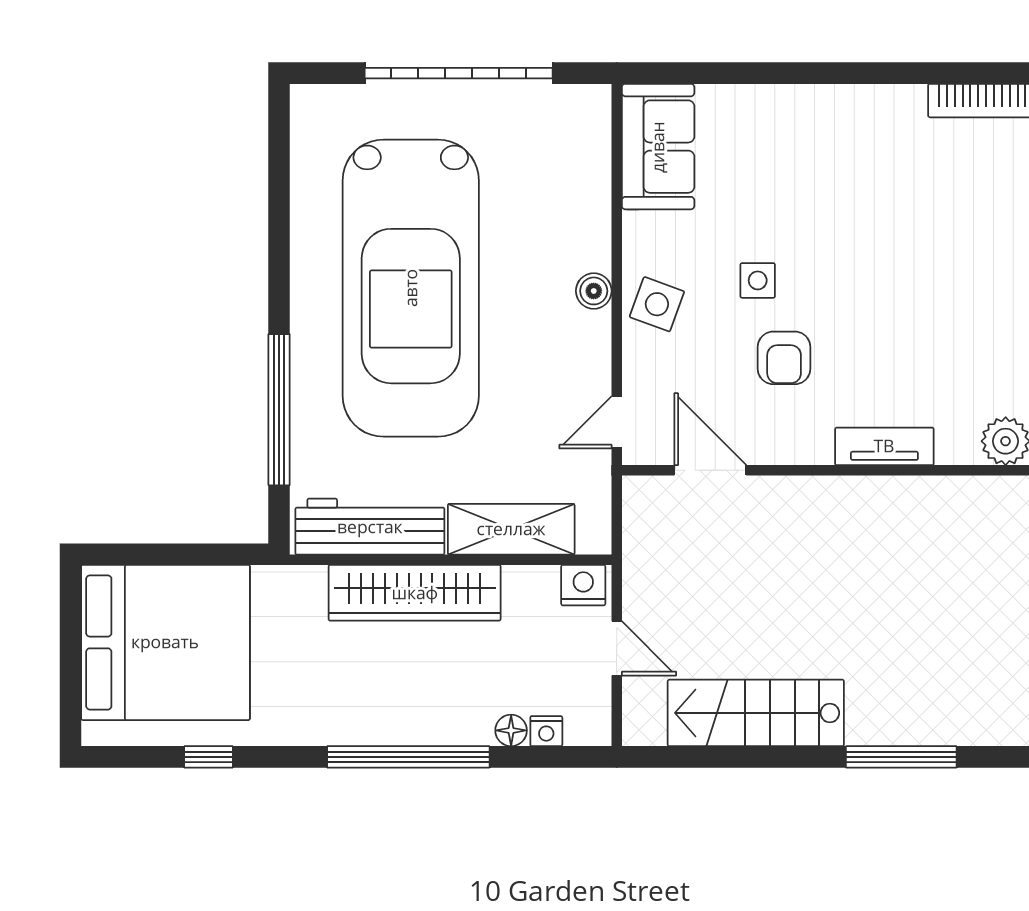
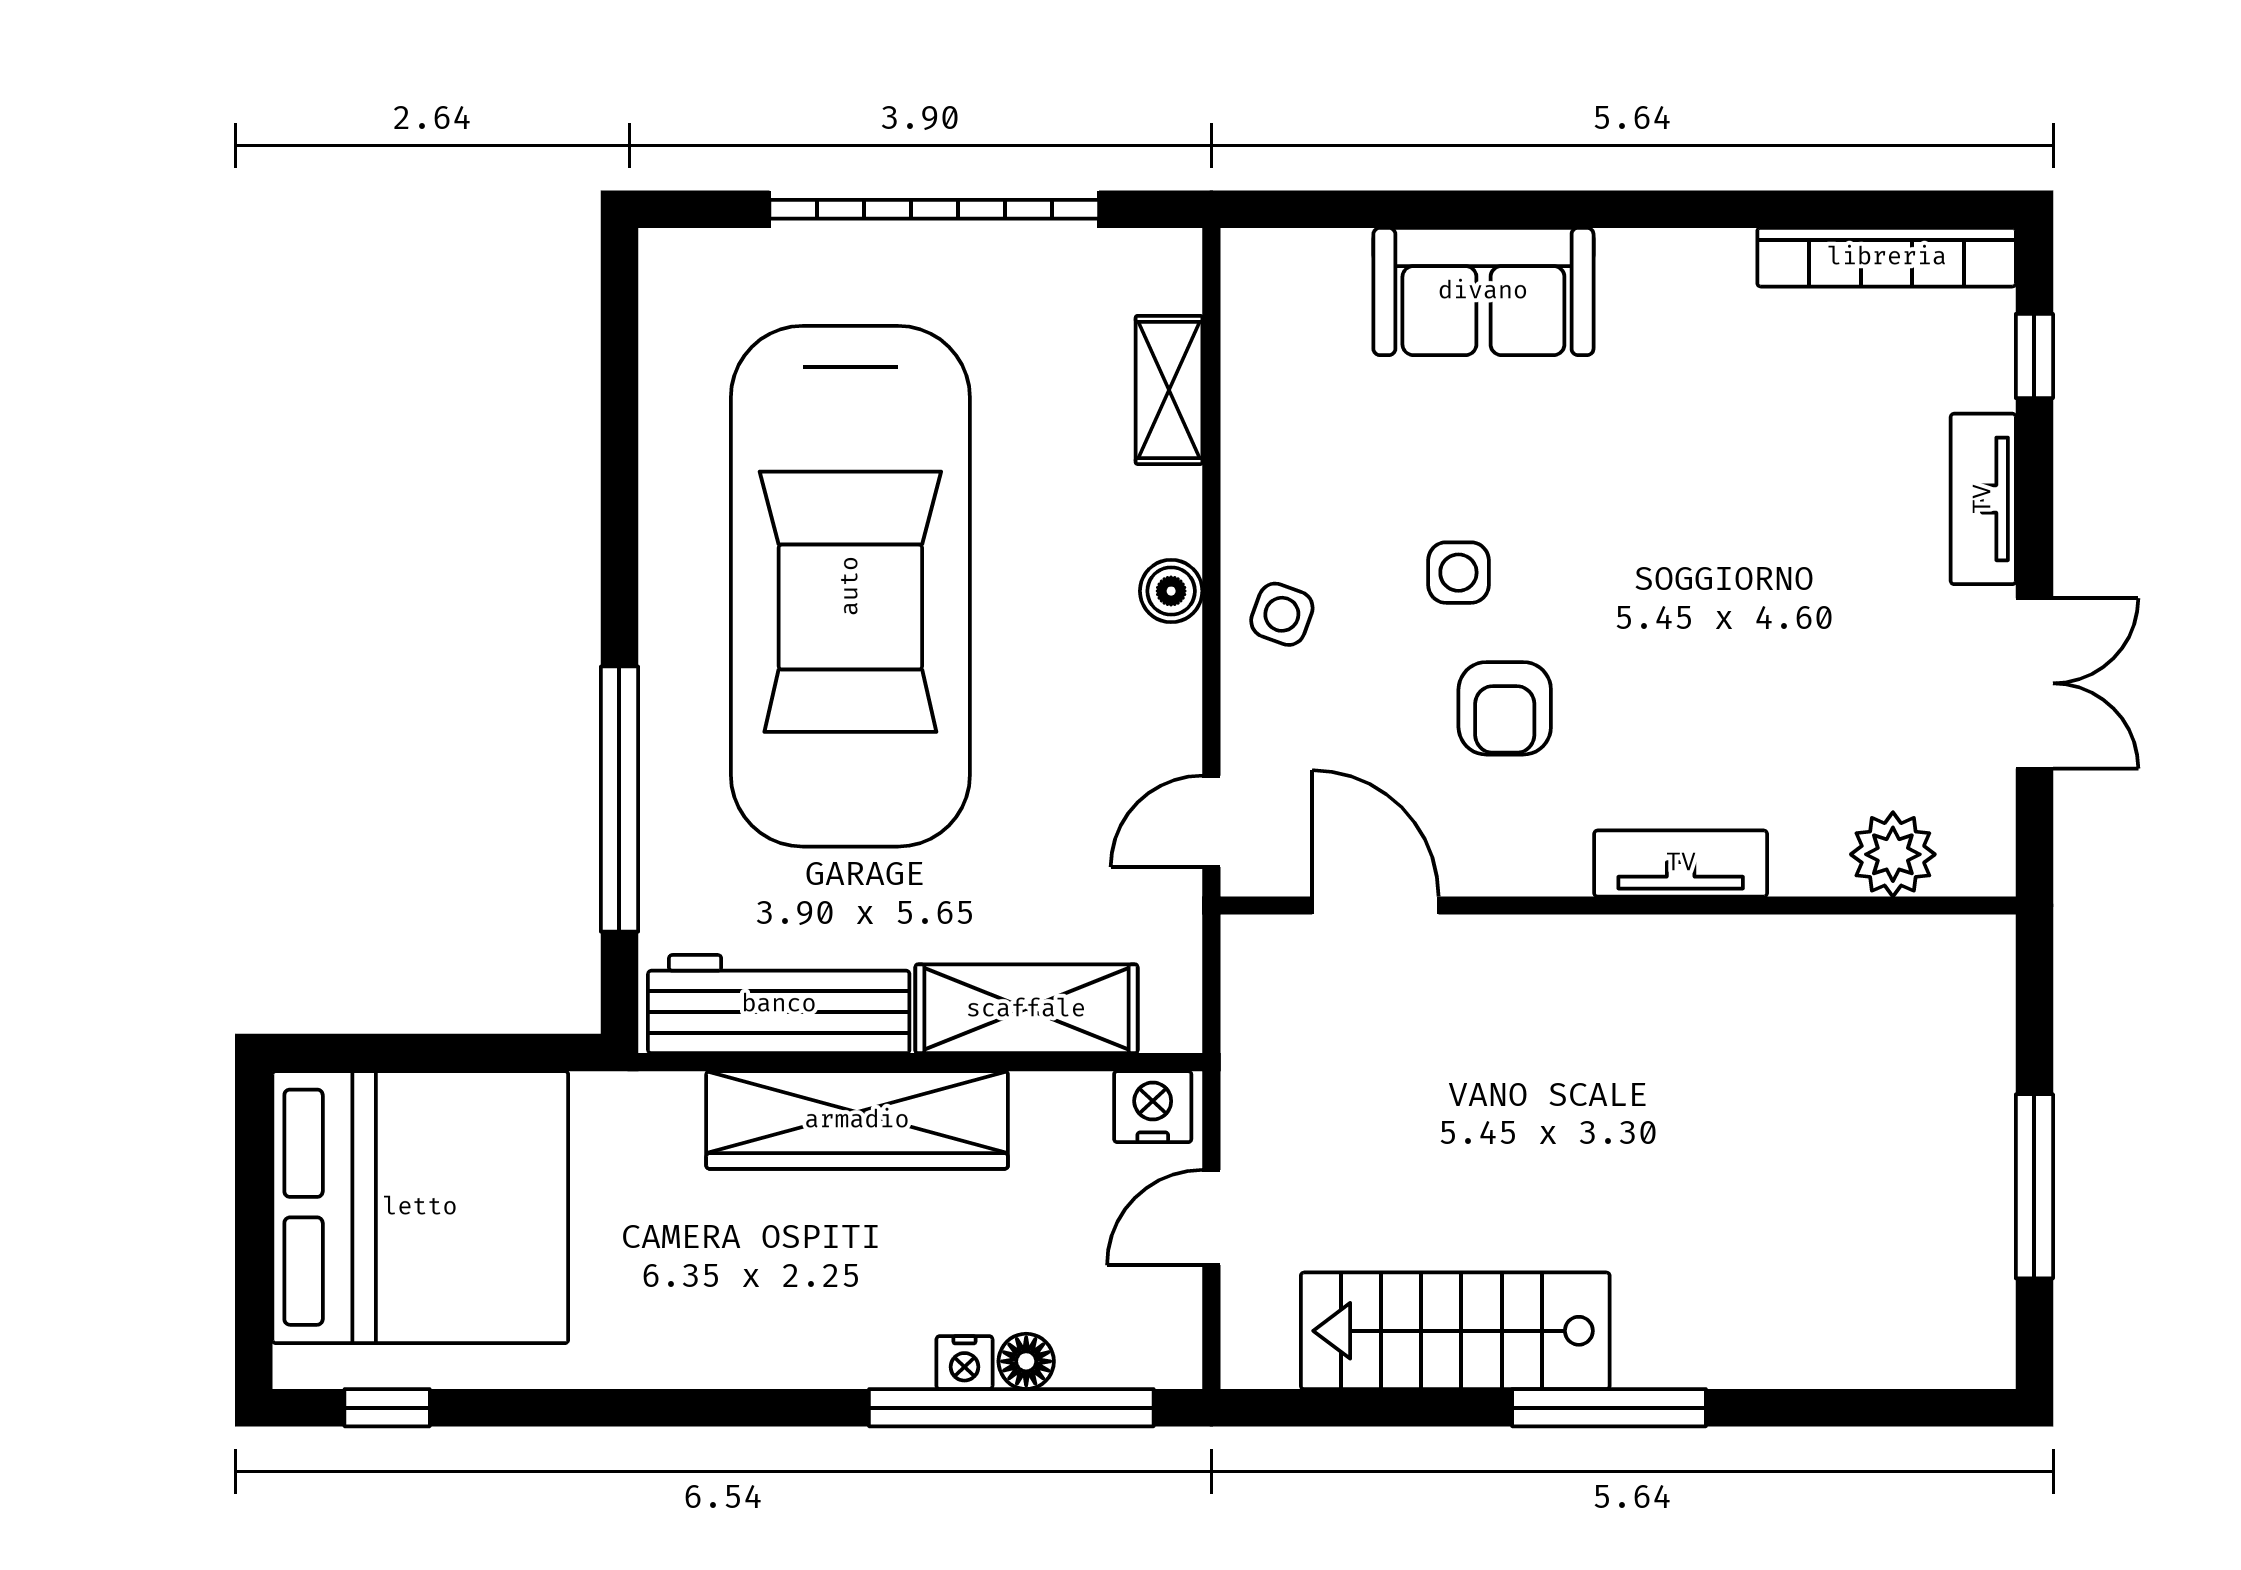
sofa: (658, 147) -> (1483, 291), moved, turned 90
shelving: (593, 176) -> (1169, 390), added
side table: (657, 304) -> (1282, 614), width x0.73, depth x0.73
door: (617, 648) -> (1211, 1218), swing flipped
nightstand: (546, 731) -> (964, 1363), moved
window: (208, 757) -> (387, 1408), moved
window: (408, 757) -> (1011, 1408), moved
window: (901, 757) -> (1609, 1408), moved

